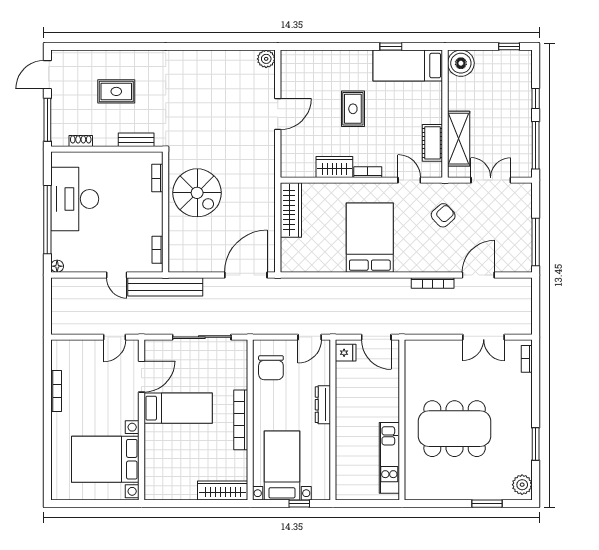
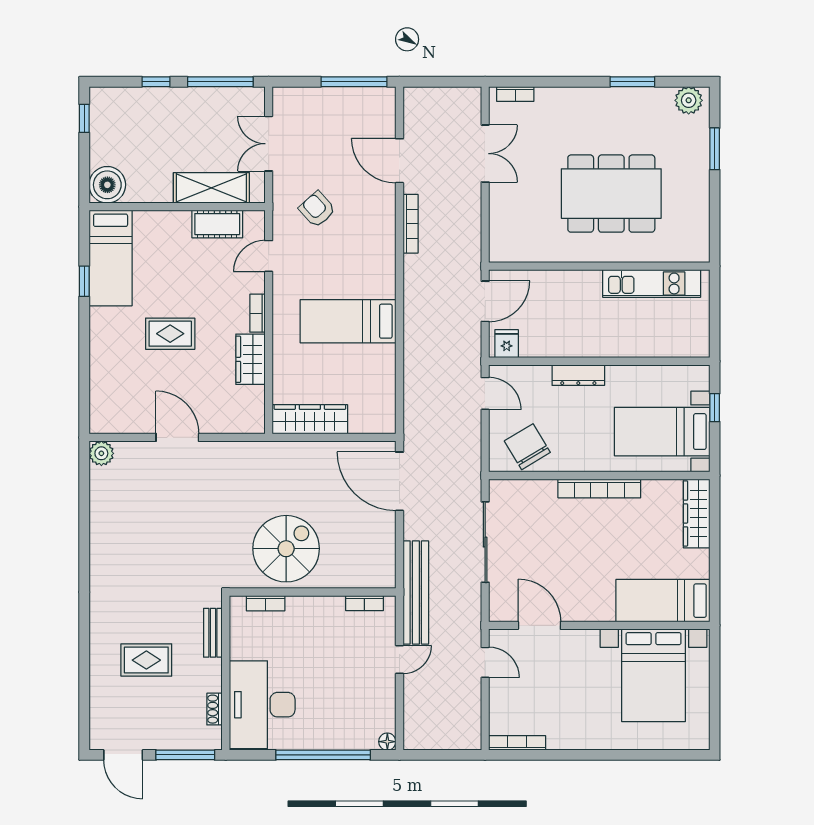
rug: (116, 91) -> (146, 660), turned 90
desk: (75, 199) -> (262, 705), moved, turned 90
bed: (370, 238) -> (348, 321), width x0.67
chair: (271, 368) -> (527, 447), turned -121
bookcase: (56, 391) -> (517, 743), moved
bed: (178, 408) -> (663, 601), moved, turned -90
dining table: (455, 429) -> (611, 194), turned 90

